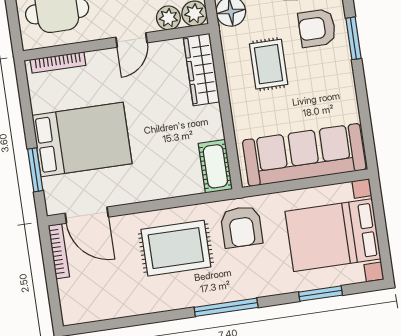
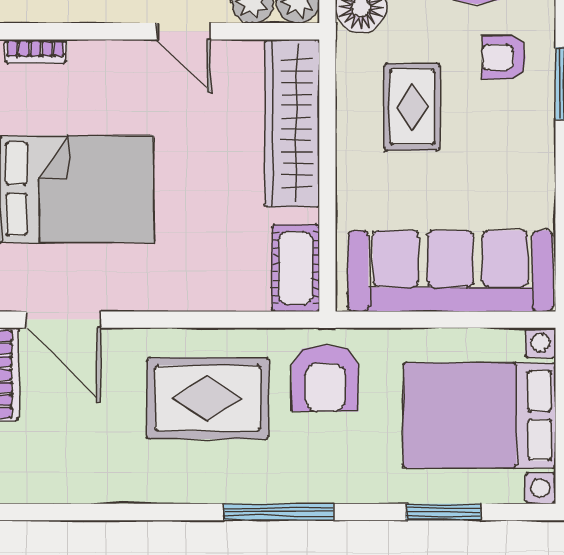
armchair: (317, 28) -> (504, 57), width x0.72, depth x0.72
door: (131, 40) -> (184, 31), hinge flipped
bookcase: (58, 62) -> (36, 51), width x0.64
wardrobe: (202, 70) -> (292, 123), width x1.40, depth x1.17

